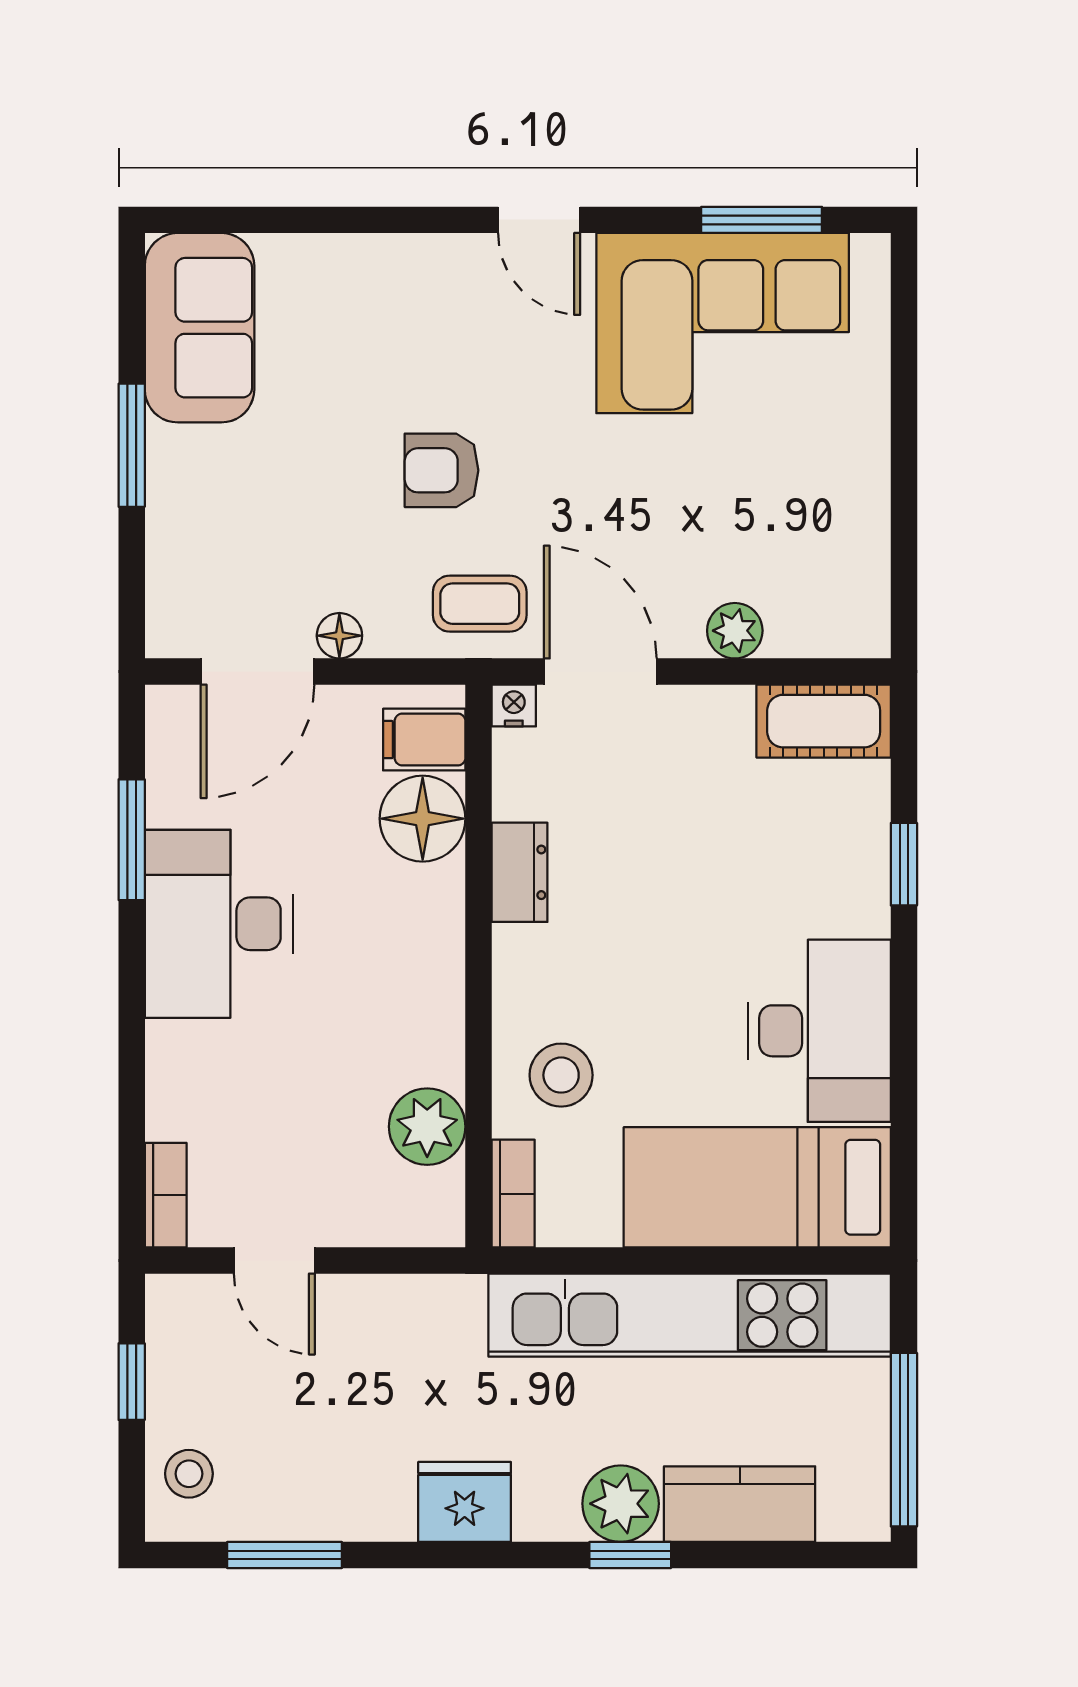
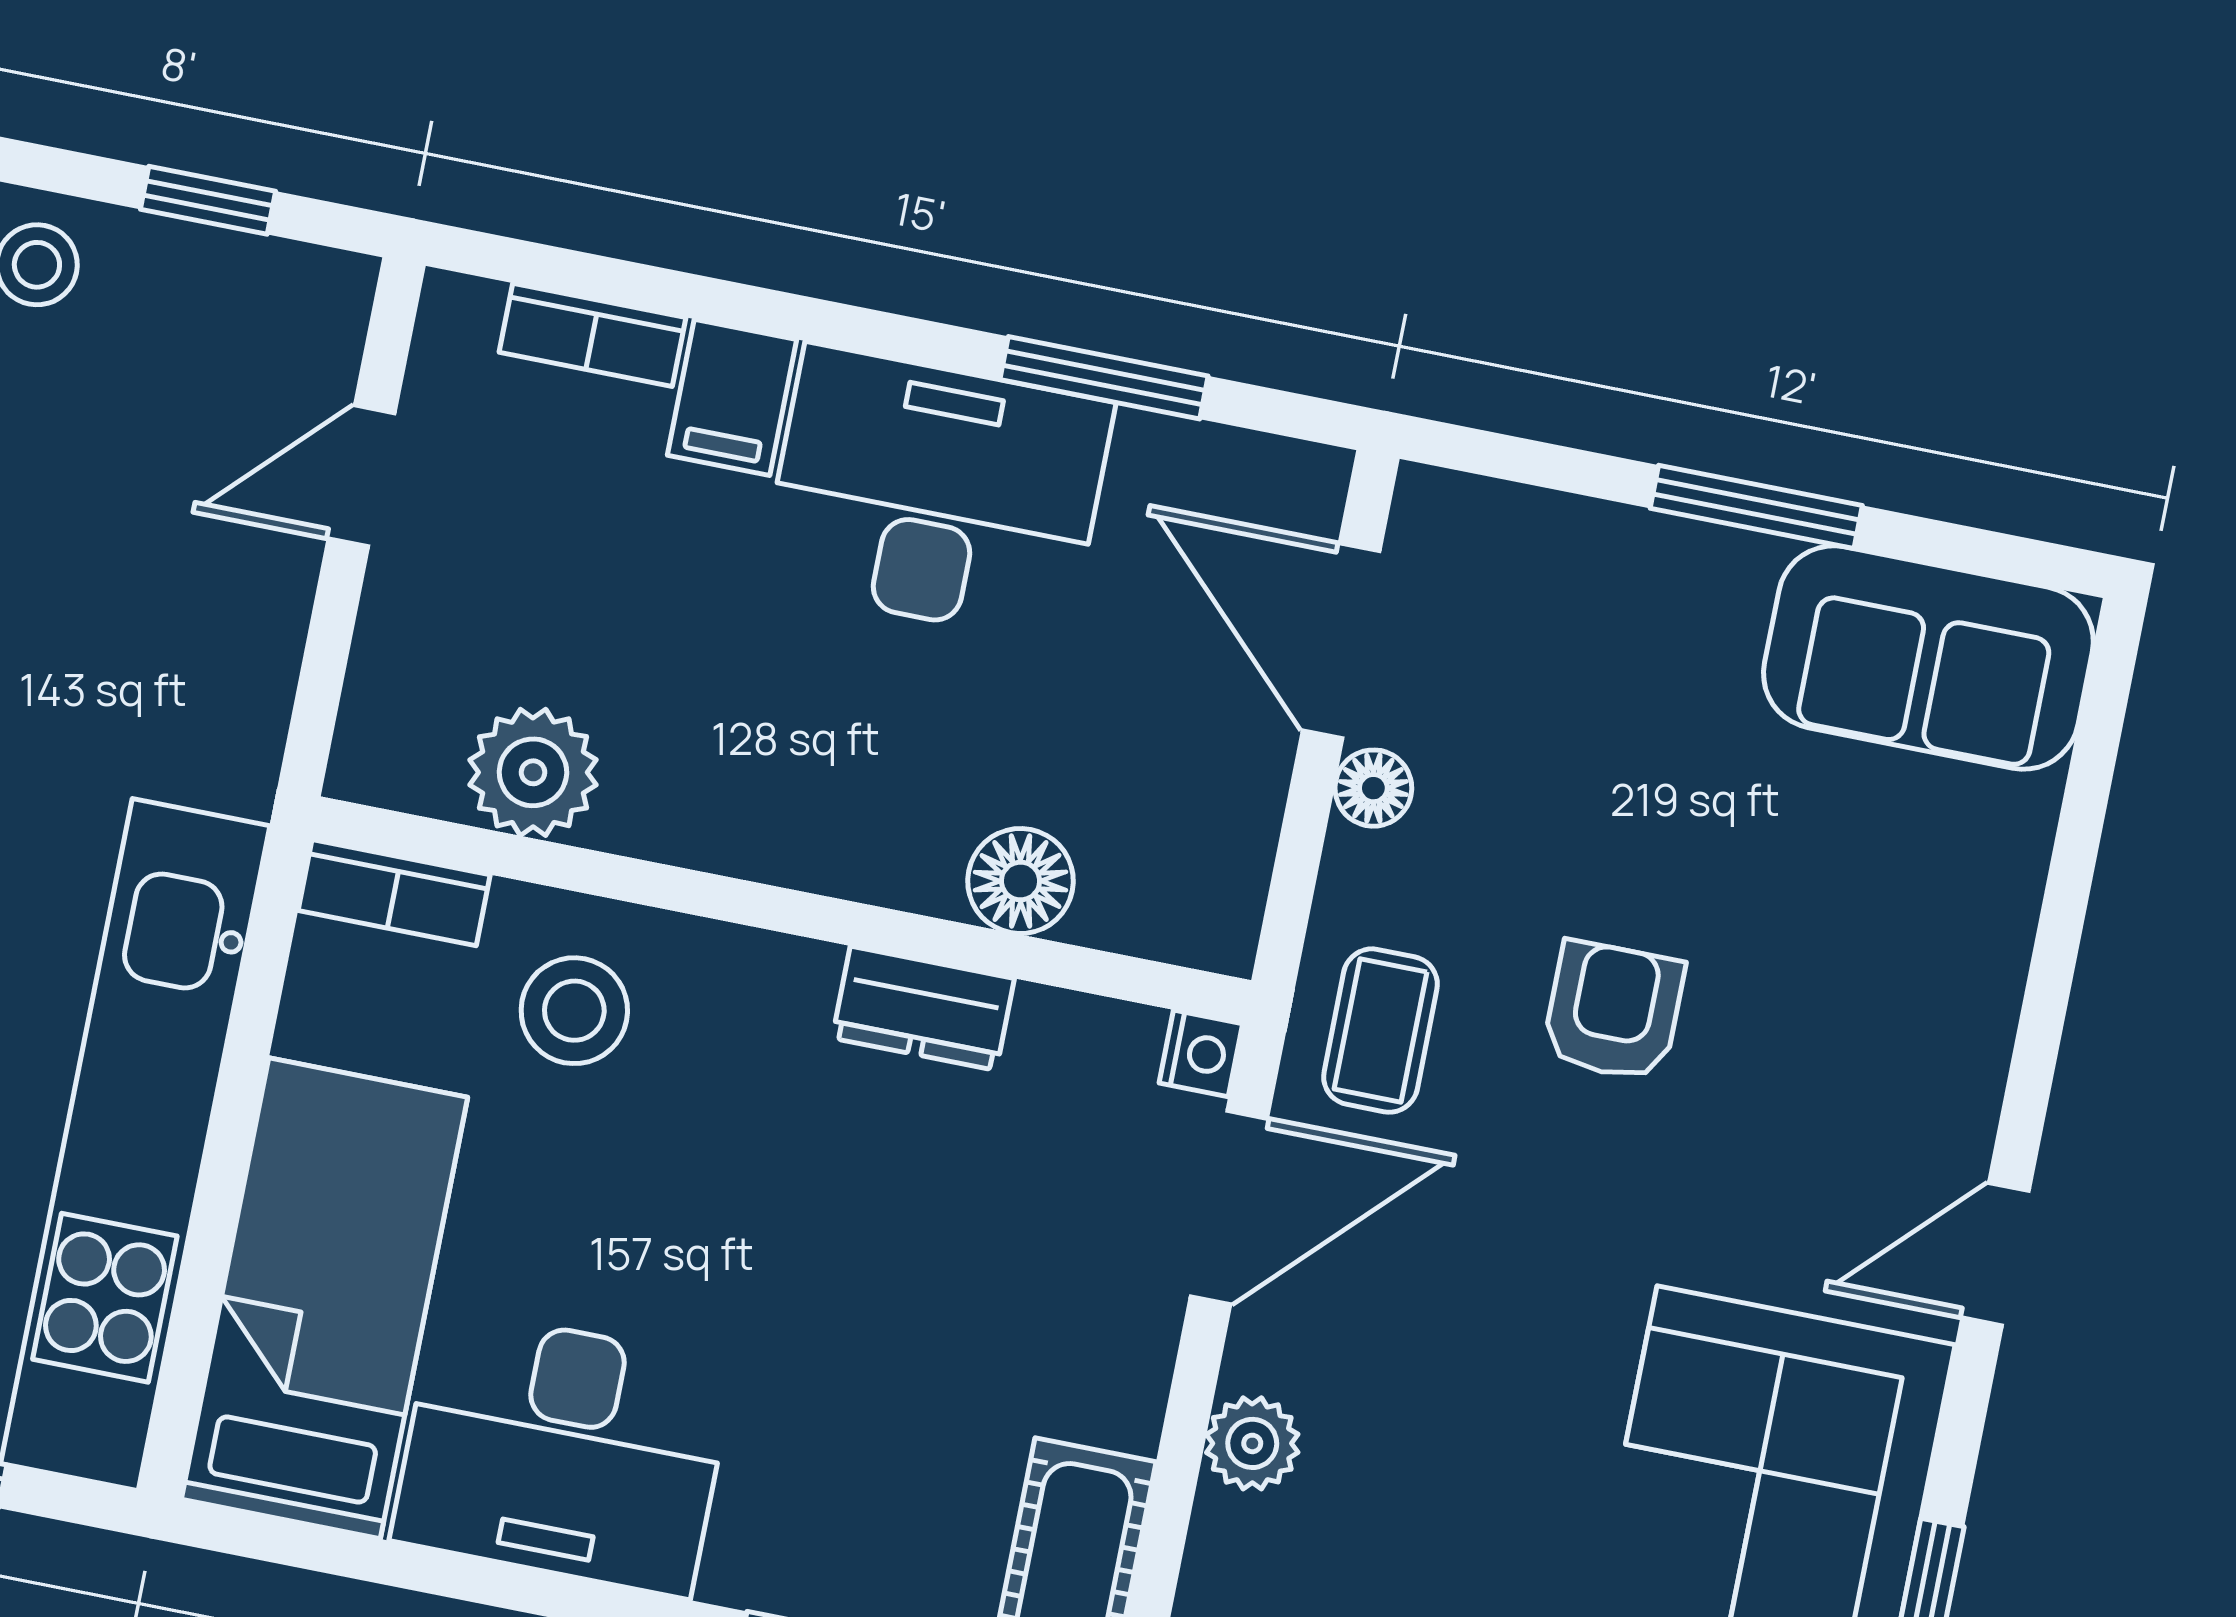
filing cabinet: (424, 740) -> (732, 397), moved, turned 180
floor lamp: (423, 819) -> (1021, 881), width x0.73, depth x0.73
bookcase: (166, 1195) -> (592, 335), moved

